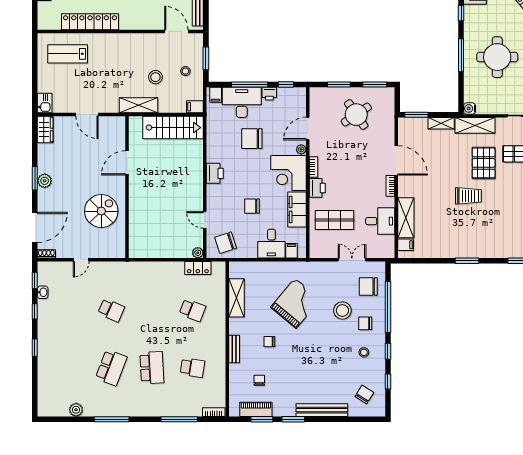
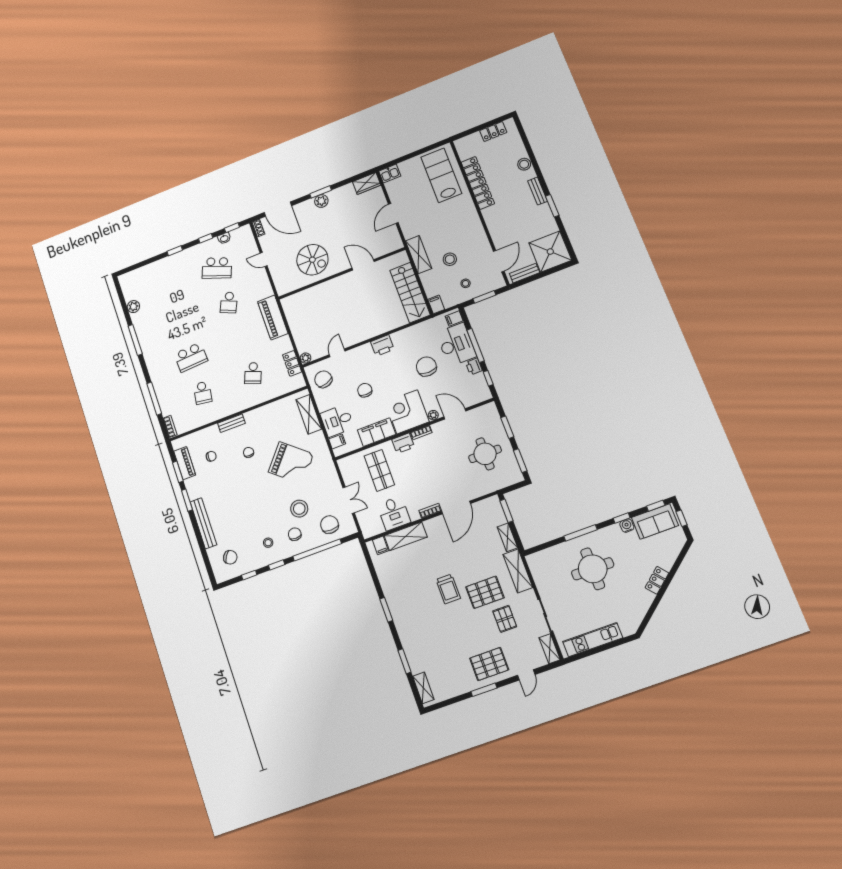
lab bench: (68, 54) -> (441, 175), width x1.36, depth x1.39
water cooler: (470, 108) -> (627, 526), moved
round table: (356, 115) -> (485, 454), turned 34
piano: (144, 271) -> (273, 317), added
shelving: (237, 298) -> (309, 414), moved, turned 90
school desk: (111, 368) -> (217, 268), moved

